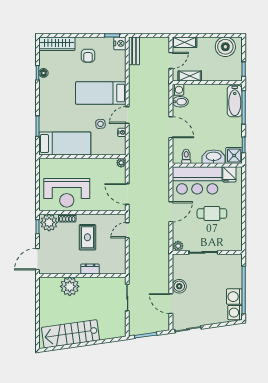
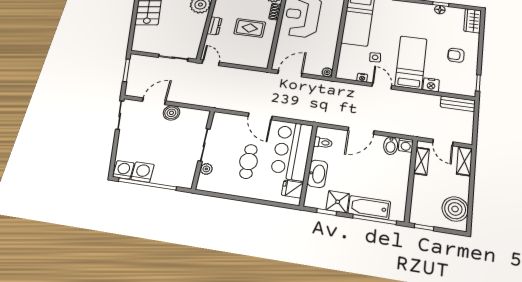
nightstand: (120, 43) -> (431, 85), moved
wardrobe: (57, 44) -> (473, 21), width x0.67
bathtub: (235, 101) -> (369, 207), moved
shower: (234, 156) -> (338, 202), moved
door: (127, 230) -> (211, 63), moved
plant: (178, 246) -> (206, 169), moved

